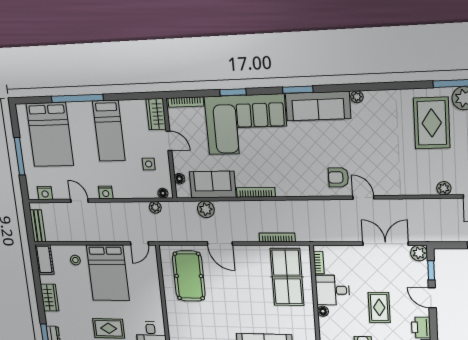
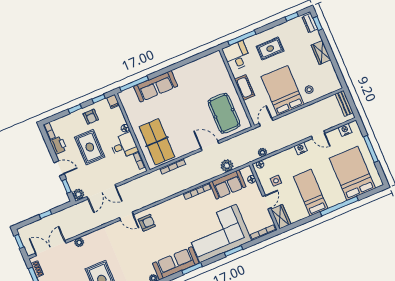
door: (169, 141) -> (267, 202), swing flipped
cot: (44, 260) -> (245, 87), moved
rug: (379, 307) -> (90, 147), width x1.36, depth x1.43

